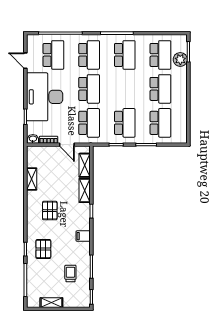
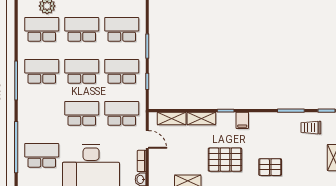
school desk: (89, 55) -> (82, 71), moved
door: (67, 145) -> (147, 139), hinge flipped
pallet: (50, 211) -> (225, 160), width x1.50, depth x1.42
filing cabinet: (83, 236) -> (242, 120), moved
trolley: (70, 273) -> (311, 128), moved

